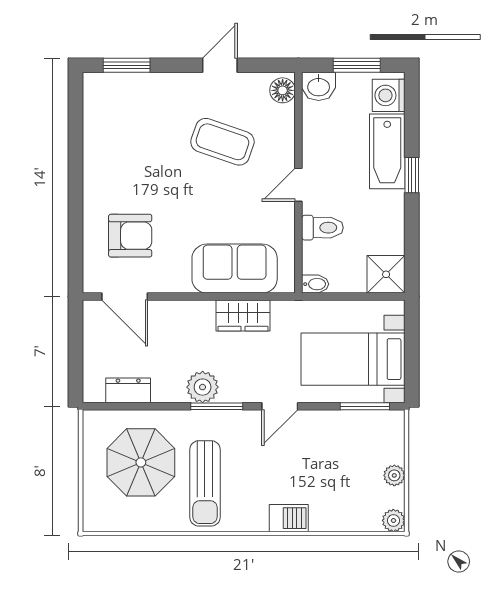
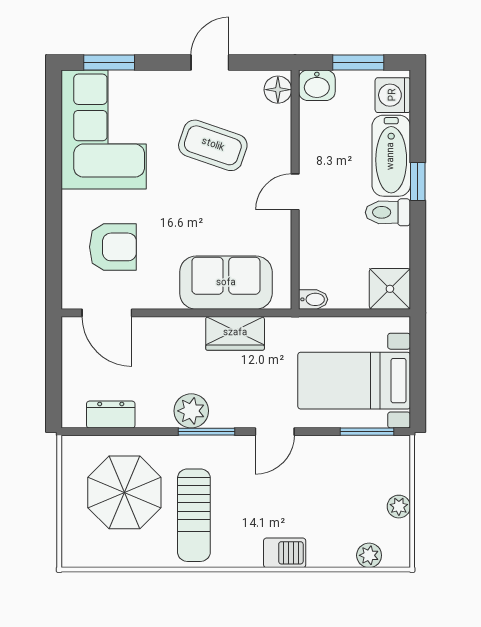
corner sofa: (122, 127) -> (104, 130), added
toilet: (322, 228) -> (388, 212), moved, turned 180
plant: (393, 520) -> (369, 555), moved

